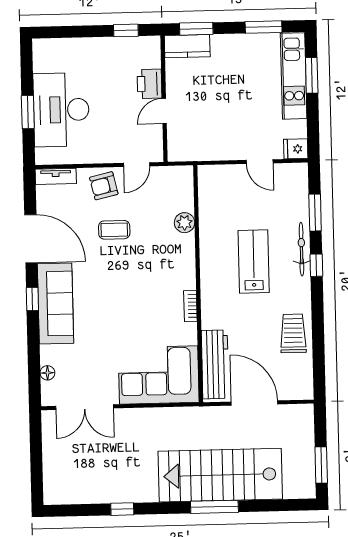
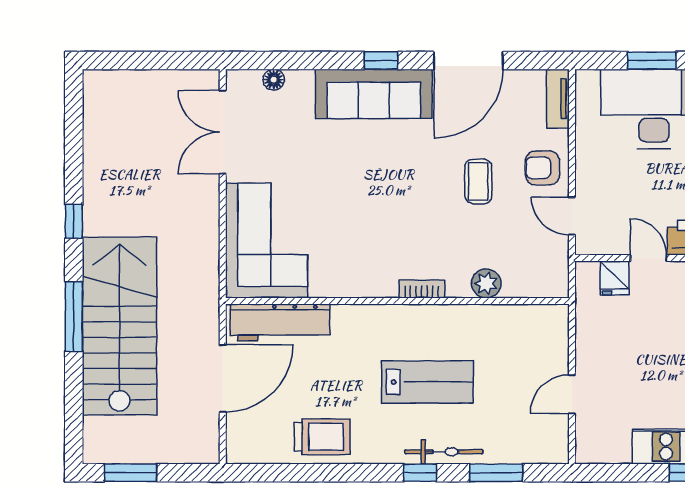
fridge: (296, 149) -> (615, 278), moved, turned 180
armchair: (104, 186) -> (542, 168), turned -77
bookcase: (190, 306) -> (422, 289), moved
window: (122, 509) -> (74, 221), moved

